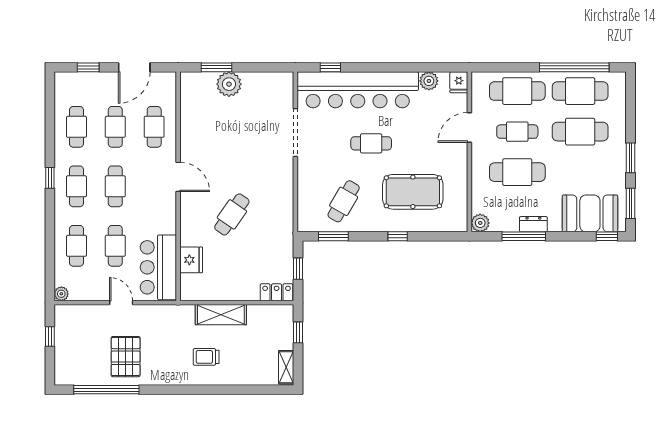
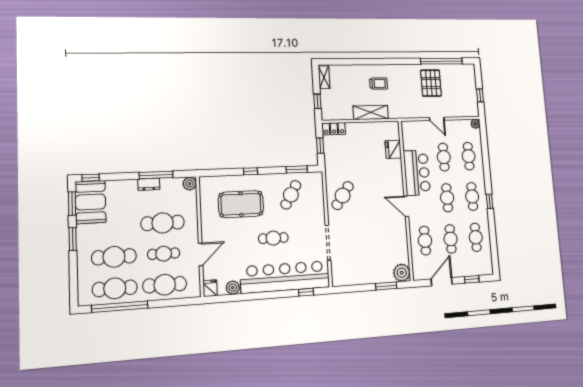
plant: (229, 84) -> (402, 273), moved
booth: (590, 213) -> (90, 202), moved, turned 90
cafe table: (232, 214) -> (343, 196), moved
bar counter: (158, 267) -> (417, 173), moved

